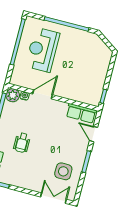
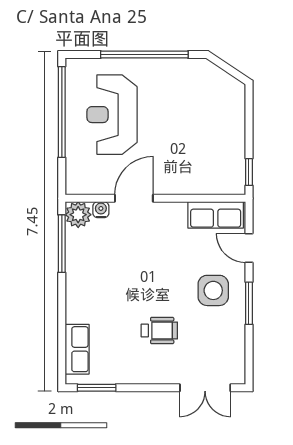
wheelchair: (22, 143) -> (159, 330), moved, turned -90
side table: (63, 171) -> (213, 290), moved
double door: (53, 198) -> (205, 388), swing flipped

